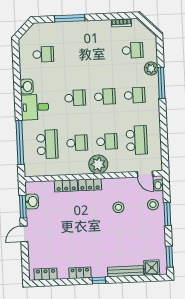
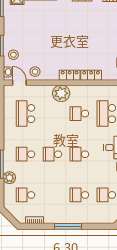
window: (70, 18) -> (68, 226), moved
school desk: (107, 142) -> (79, 195), moved
stool: (118, 207) -> (35, 72), moved

